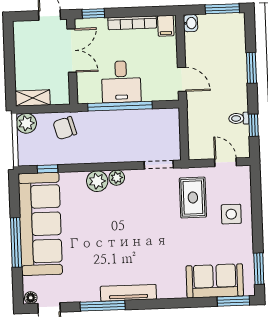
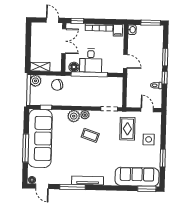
floor lamp: (92, 95) -> (74, 67), added
window: (254, 125) -> (165, 78), moved
coffee table: (128, 213) -> (90, 135), added
window: (259, 269) -> (163, 158), moved
sofa: (215, 281) -> (137, 177), width x1.36

